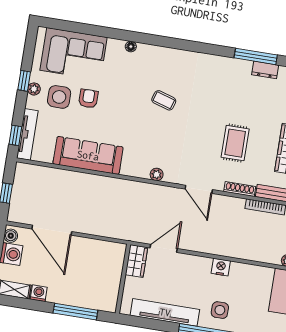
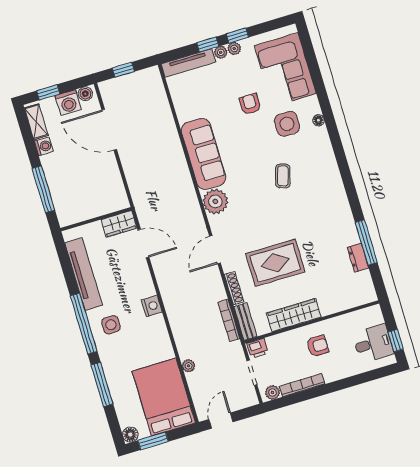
side table: (59, 97) -> (287, 124), moved
armchair: (88, 99) -> (250, 104), turned -90
plant: (32, 102) -> (221, 52), added
window: (15, 135) -> (208, 44), moved
rug: (235, 143) -> (275, 263), width x1.36, depth x1.43
sofa: (88, 155) -> (204, 154), moved
plant: (157, 174) -> (215, 201), width x1.87, depth x1.87
door: (52, 230) -> (109, 130), hinge flipped

